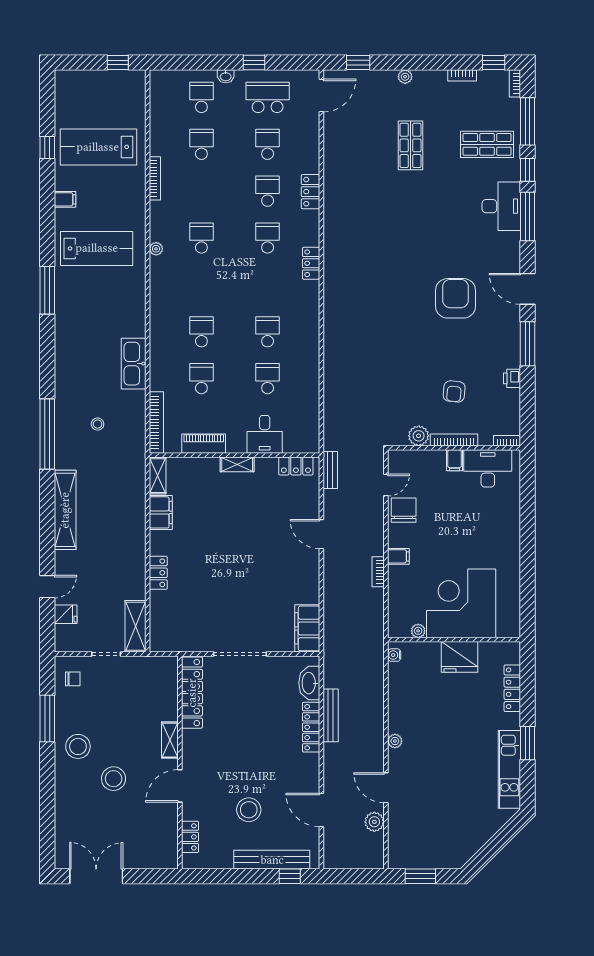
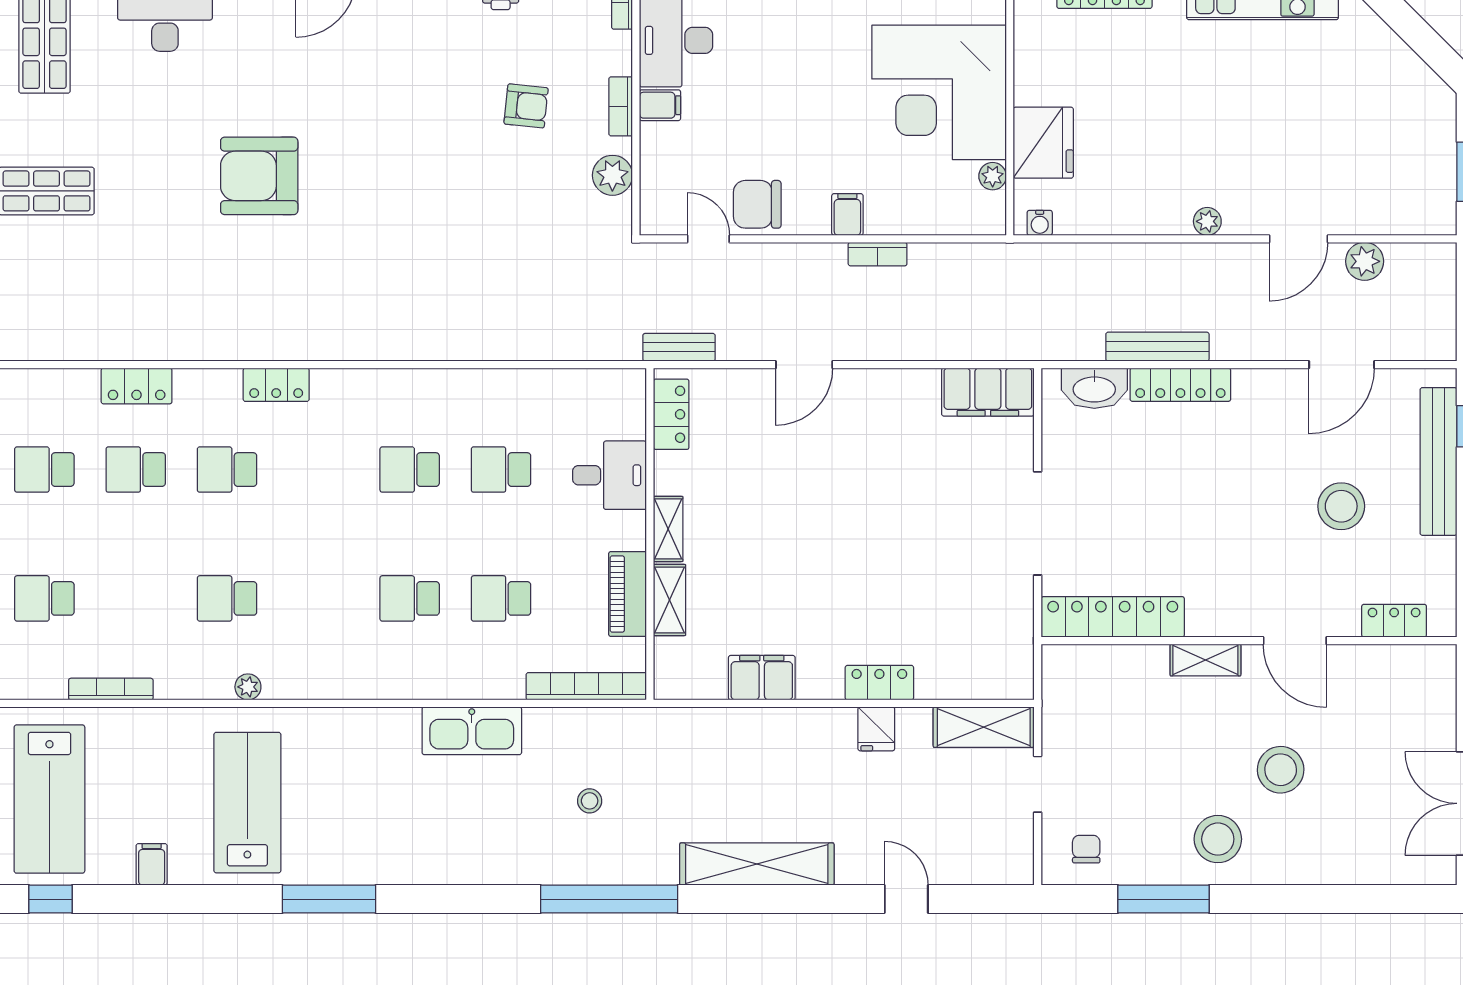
armchair: (455, 298) -> (259, 176), moved
bookcase: (454, 440) -> (621, 106), width x0.64
shelving: (158, 476) -> (669, 600), moved, turned 90
fridge: (66, 614) -> (876, 729), moved, turned 180
fridge: (459, 657) -> (1043, 143), moved

